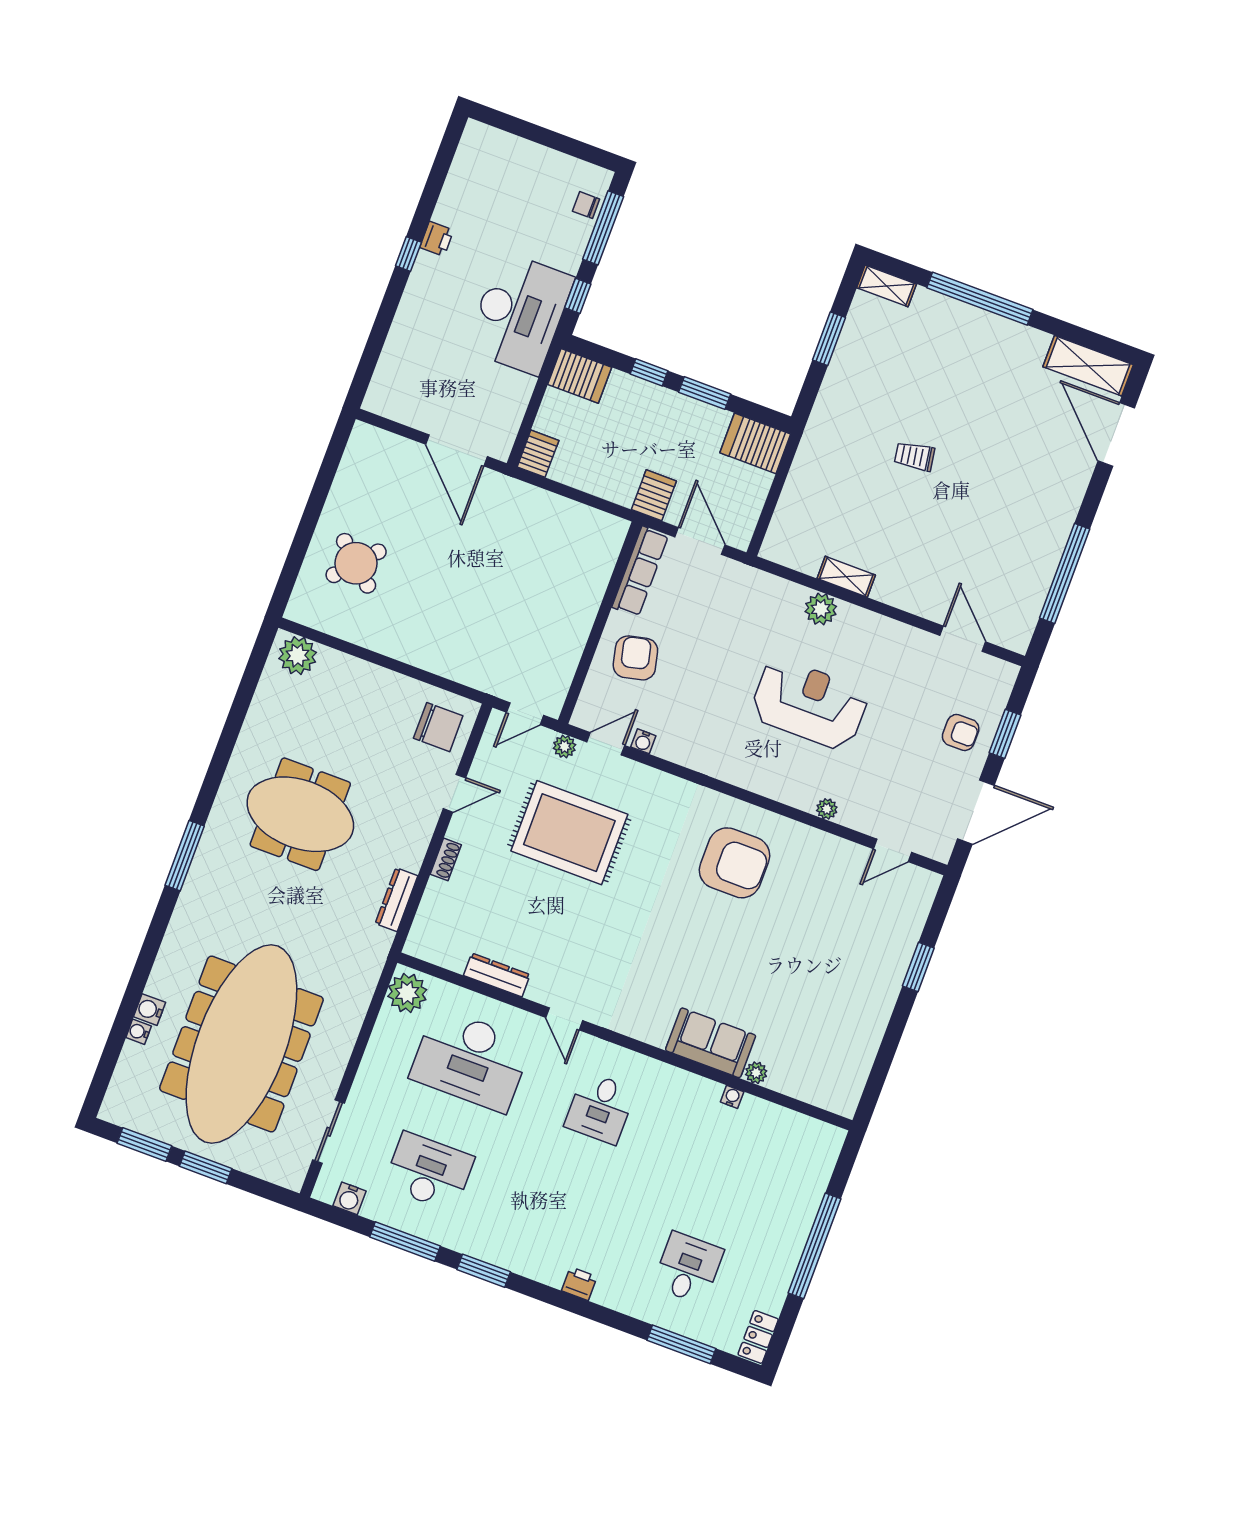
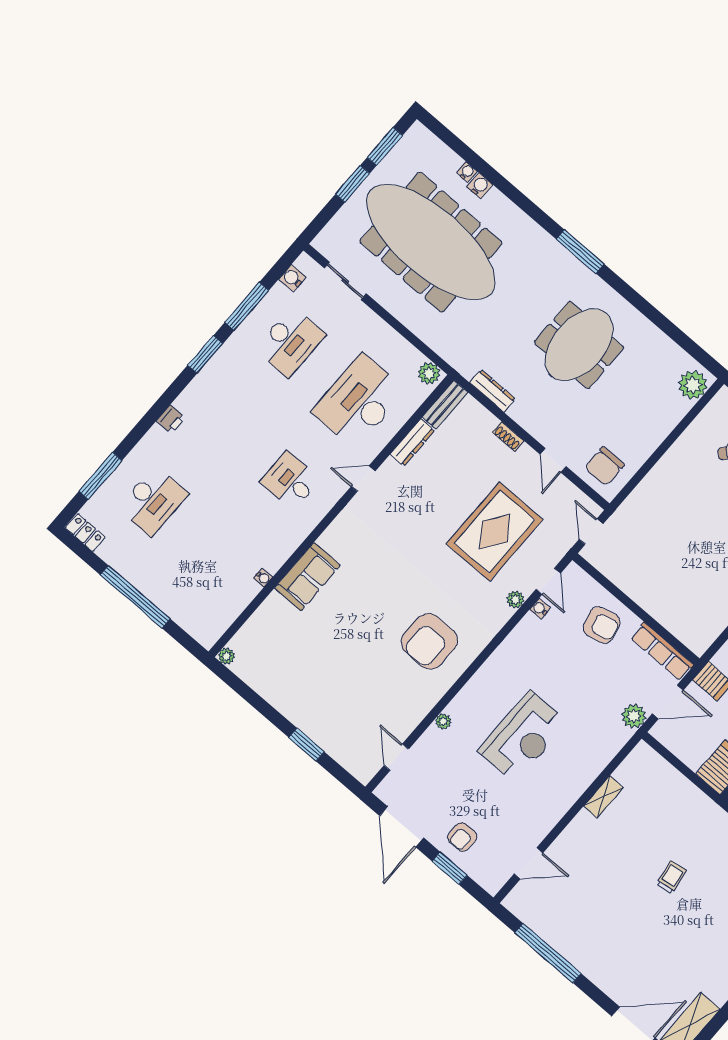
plant: (821, 609) -> (634, 716), moved
plant: (565, 746) -> (515, 599), moved
bench: (436, 952) -> (445, 405), added
plant: (407, 993) -> (429, 373), width x0.73, depth x0.73
plant: (756, 1073) -> (226, 656), moved
desk: (688, 1268) -> (153, 501), width x1.37

